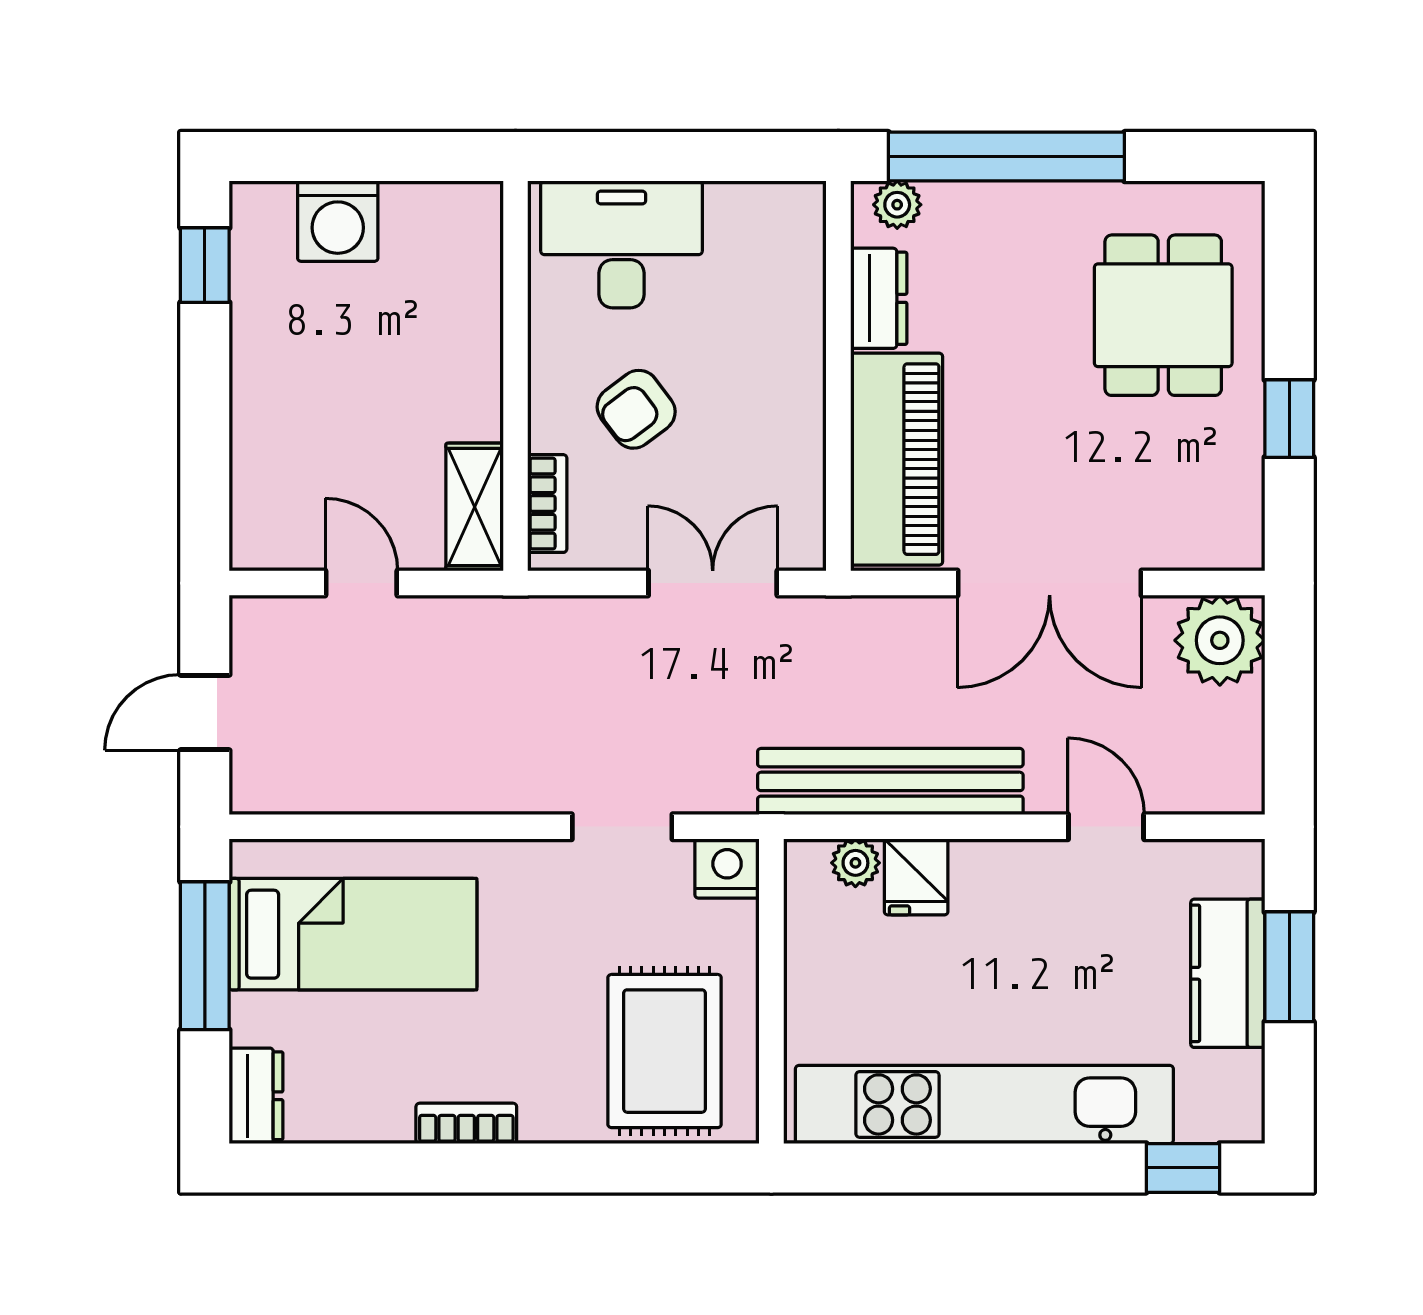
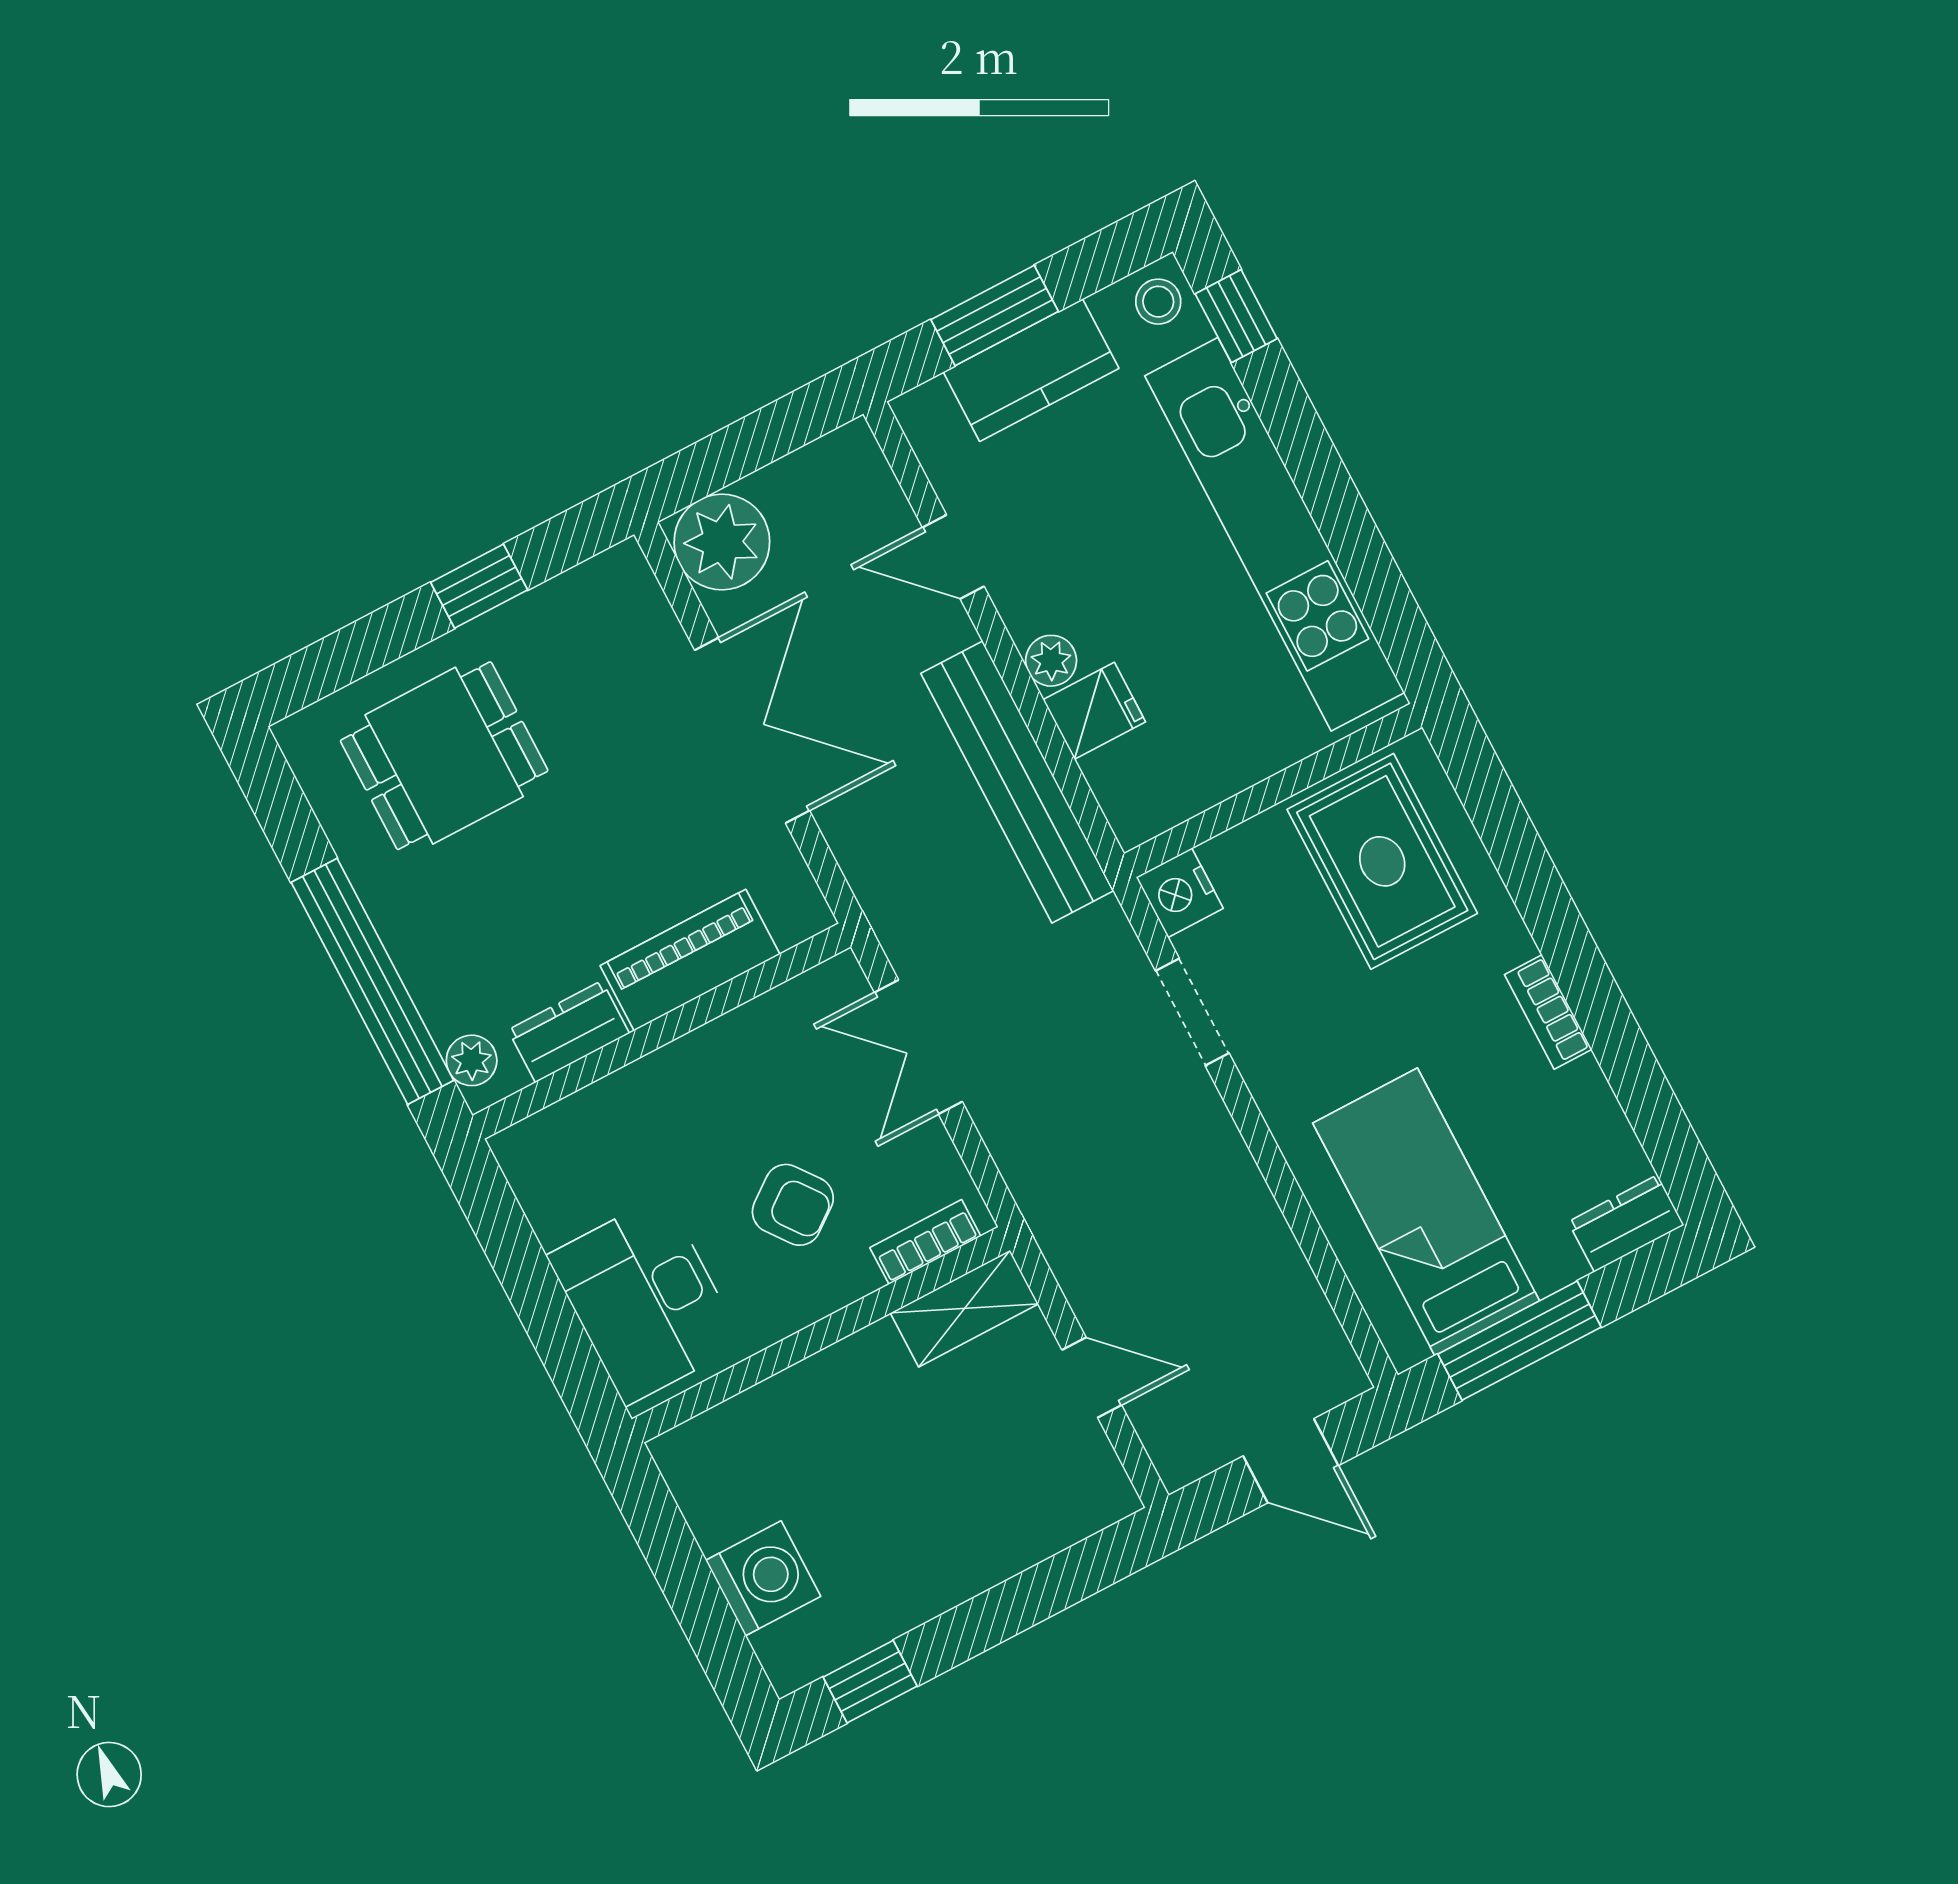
piano: (897, 459) -> (690, 960), width x0.73, depth x0.75
door: (361, 583) -> (1092, 1377), swing flipped
door: (1106, 827) -> (953, 557), hinge flipped
plant: (855, 863) -> (1051, 661), moved
rug: (665, 1051) -> (1382, 861), turned 90
stool: (1229, 1109) -> (1158, 302), added

